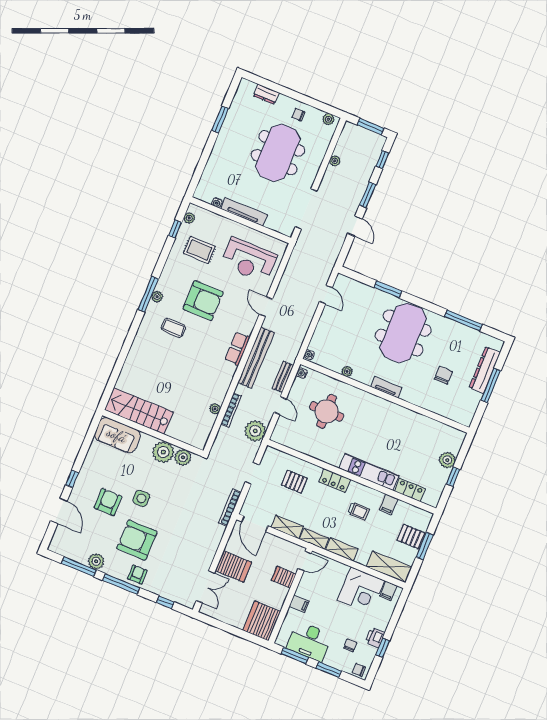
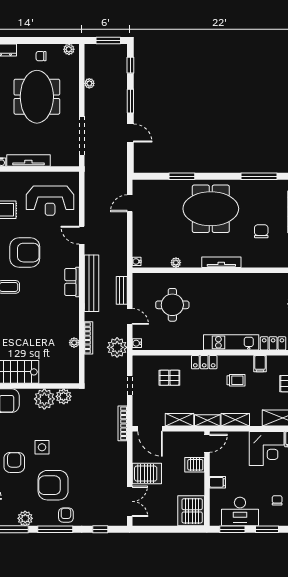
door: (326, 295) -> (130, 203), swing flipped
meeting table: (403, 333) -> (211, 209), turned 90
water cooler: (302, 373) -> (137, 343), moved
tv unit: (386, 387) -> (221, 262), width x1.41

